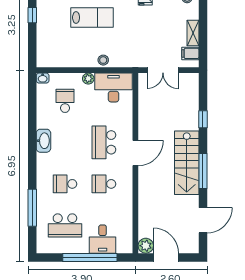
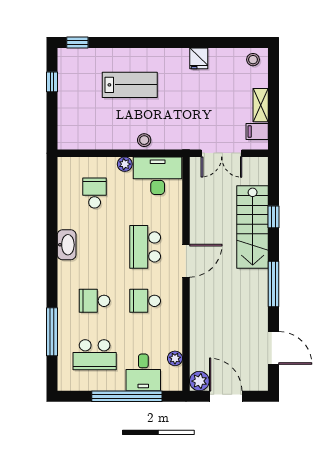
washbasin: (43, 78) -> (66, 163), removed
stairs: (187, 163) -> (253, 227), moved
door: (203, 220) -> (274, 348), hinge flipped
plant: (127, 228) -> (175, 358), added

